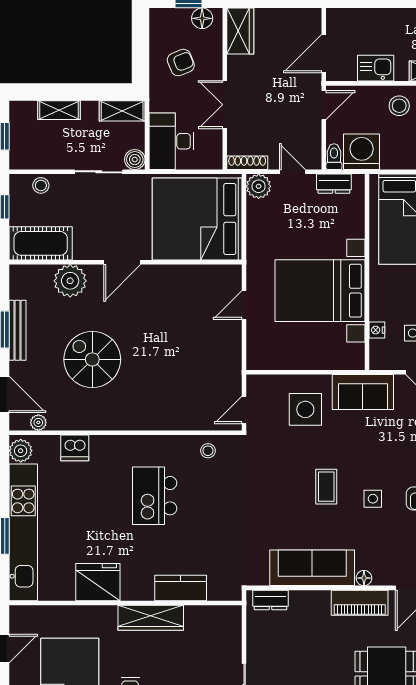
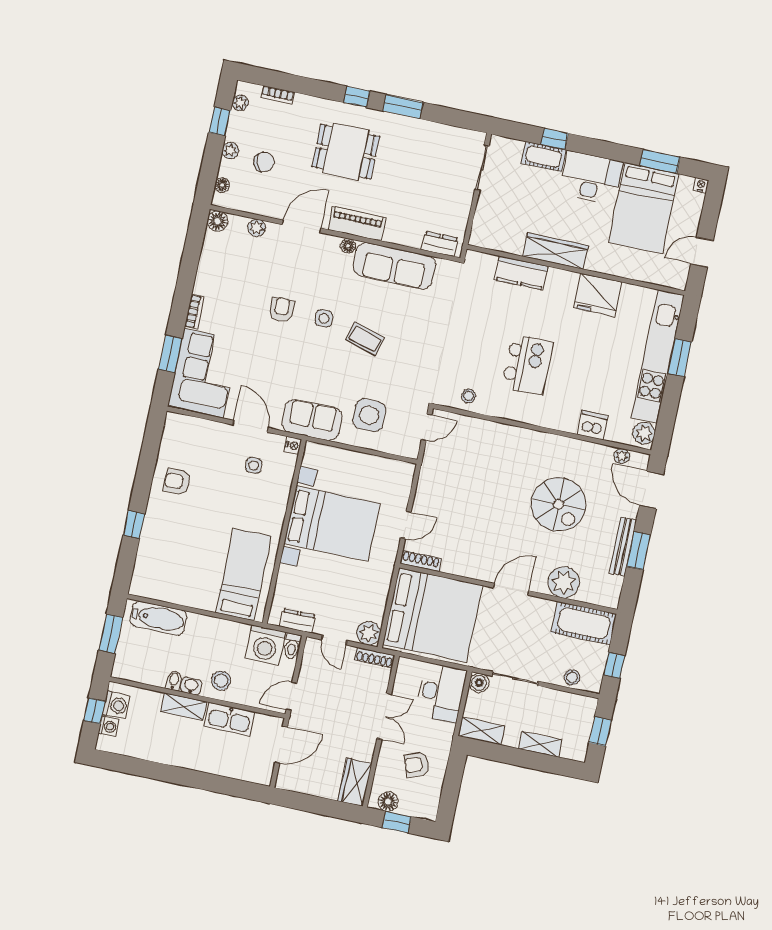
kitchen sink: (376, 68) -> (229, 719), width x1.38
shoe rack: (221, 272) -> (421, 561), added
nightstand: (377, 330) -> (293, 445), moved
coffee table: (326, 487) -> (365, 339), turned -74

